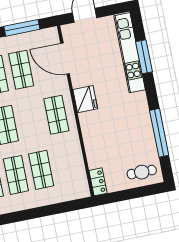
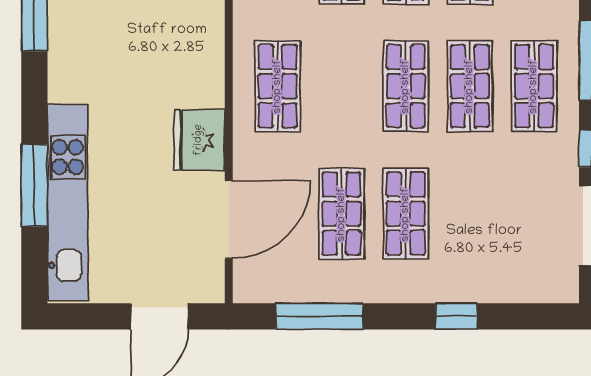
door: (65, 59) -> (229, 220), hinge flipped
fridge: (85, 99) -> (199, 140), moved

